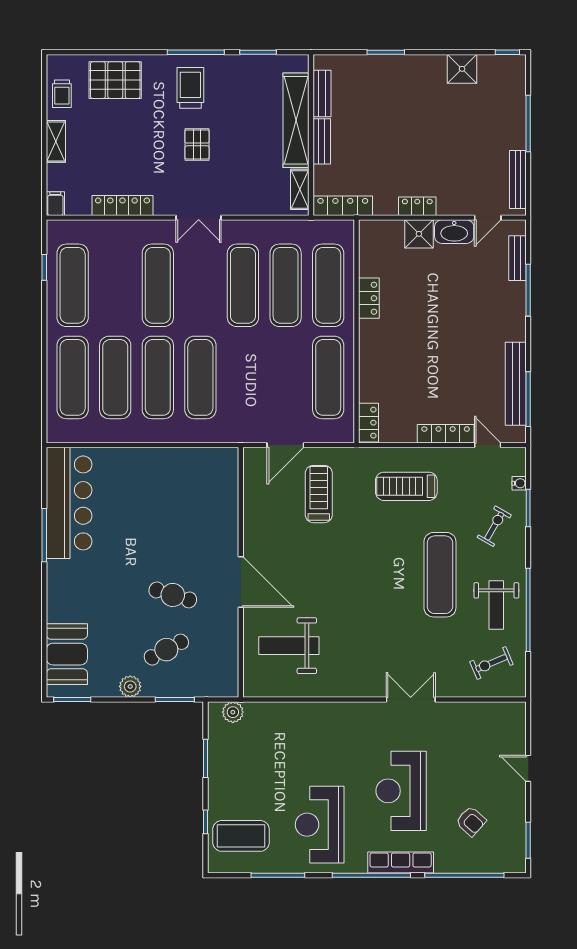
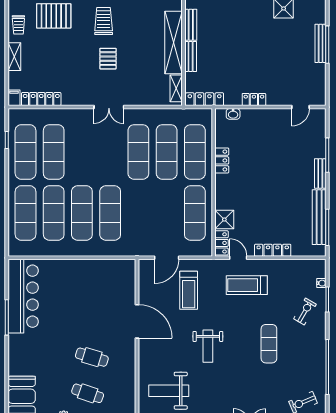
bench: (518, 179) -> (321, 43), moved
locker: (122, 206) -> (41, 99), moved
washbasin: (454, 232) -> (233, 114), moved, width x0.52, depth x0.69
shower: (419, 234) -> (224, 220), moved
bench: (517, 258) -> (320, 174), moved
exercise mat: (158, 285) -> (54, 152), moved
door: (488, 445) -> (238, 258), moved
treadmill: (319, 494) -> (189, 290), turned 180
exercise mat: (440, 575) -> (269, 344), width x0.73, depth x0.69
door: (241, 582) -> (137, 321), moved
weight bench: (496, 605) -> (208, 346), moved
cafe table: (166, 650) -> (88, 393), turned 47

